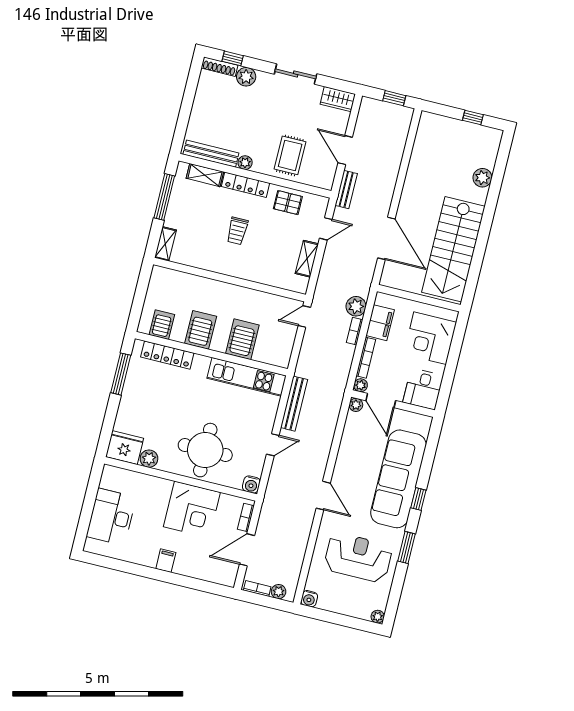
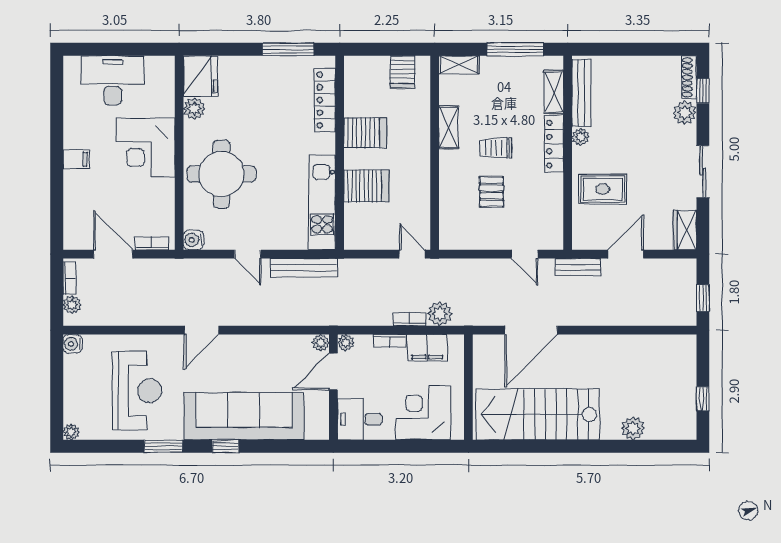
pallet: (288, 203) -> (492, 192), moved
shelving: (307, 259) -> (449, 127), moved, turned 90
server rack: (162, 325) -> (403, 72), moved, turned 90
bookcase: (366, 358) -> (390, 341), width x0.64
corner desk: (192, 509) -> (146, 148), moved

